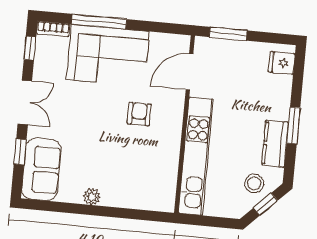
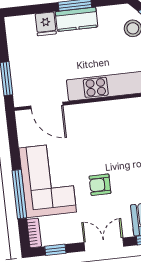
fridge: (282, 63) -> (46, 24), moved
armchair: (139, 114) -> (100, 185), moved
kitchen counter: (275, 144) -> (77, 19), moved

